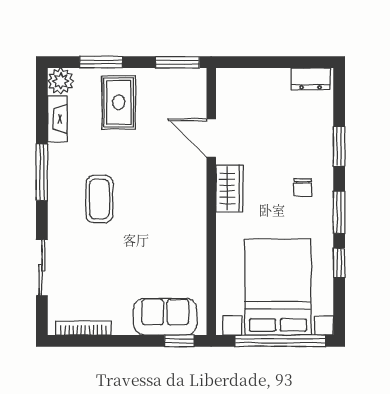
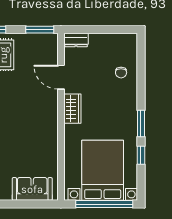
dresser: (311, 79) -> (76, 40), moved
window: (339, 146) -> (141, 82), removed
chair: (303, 187) -> (121, 73), moved
window: (179, 341) -> (41, 204), removed

